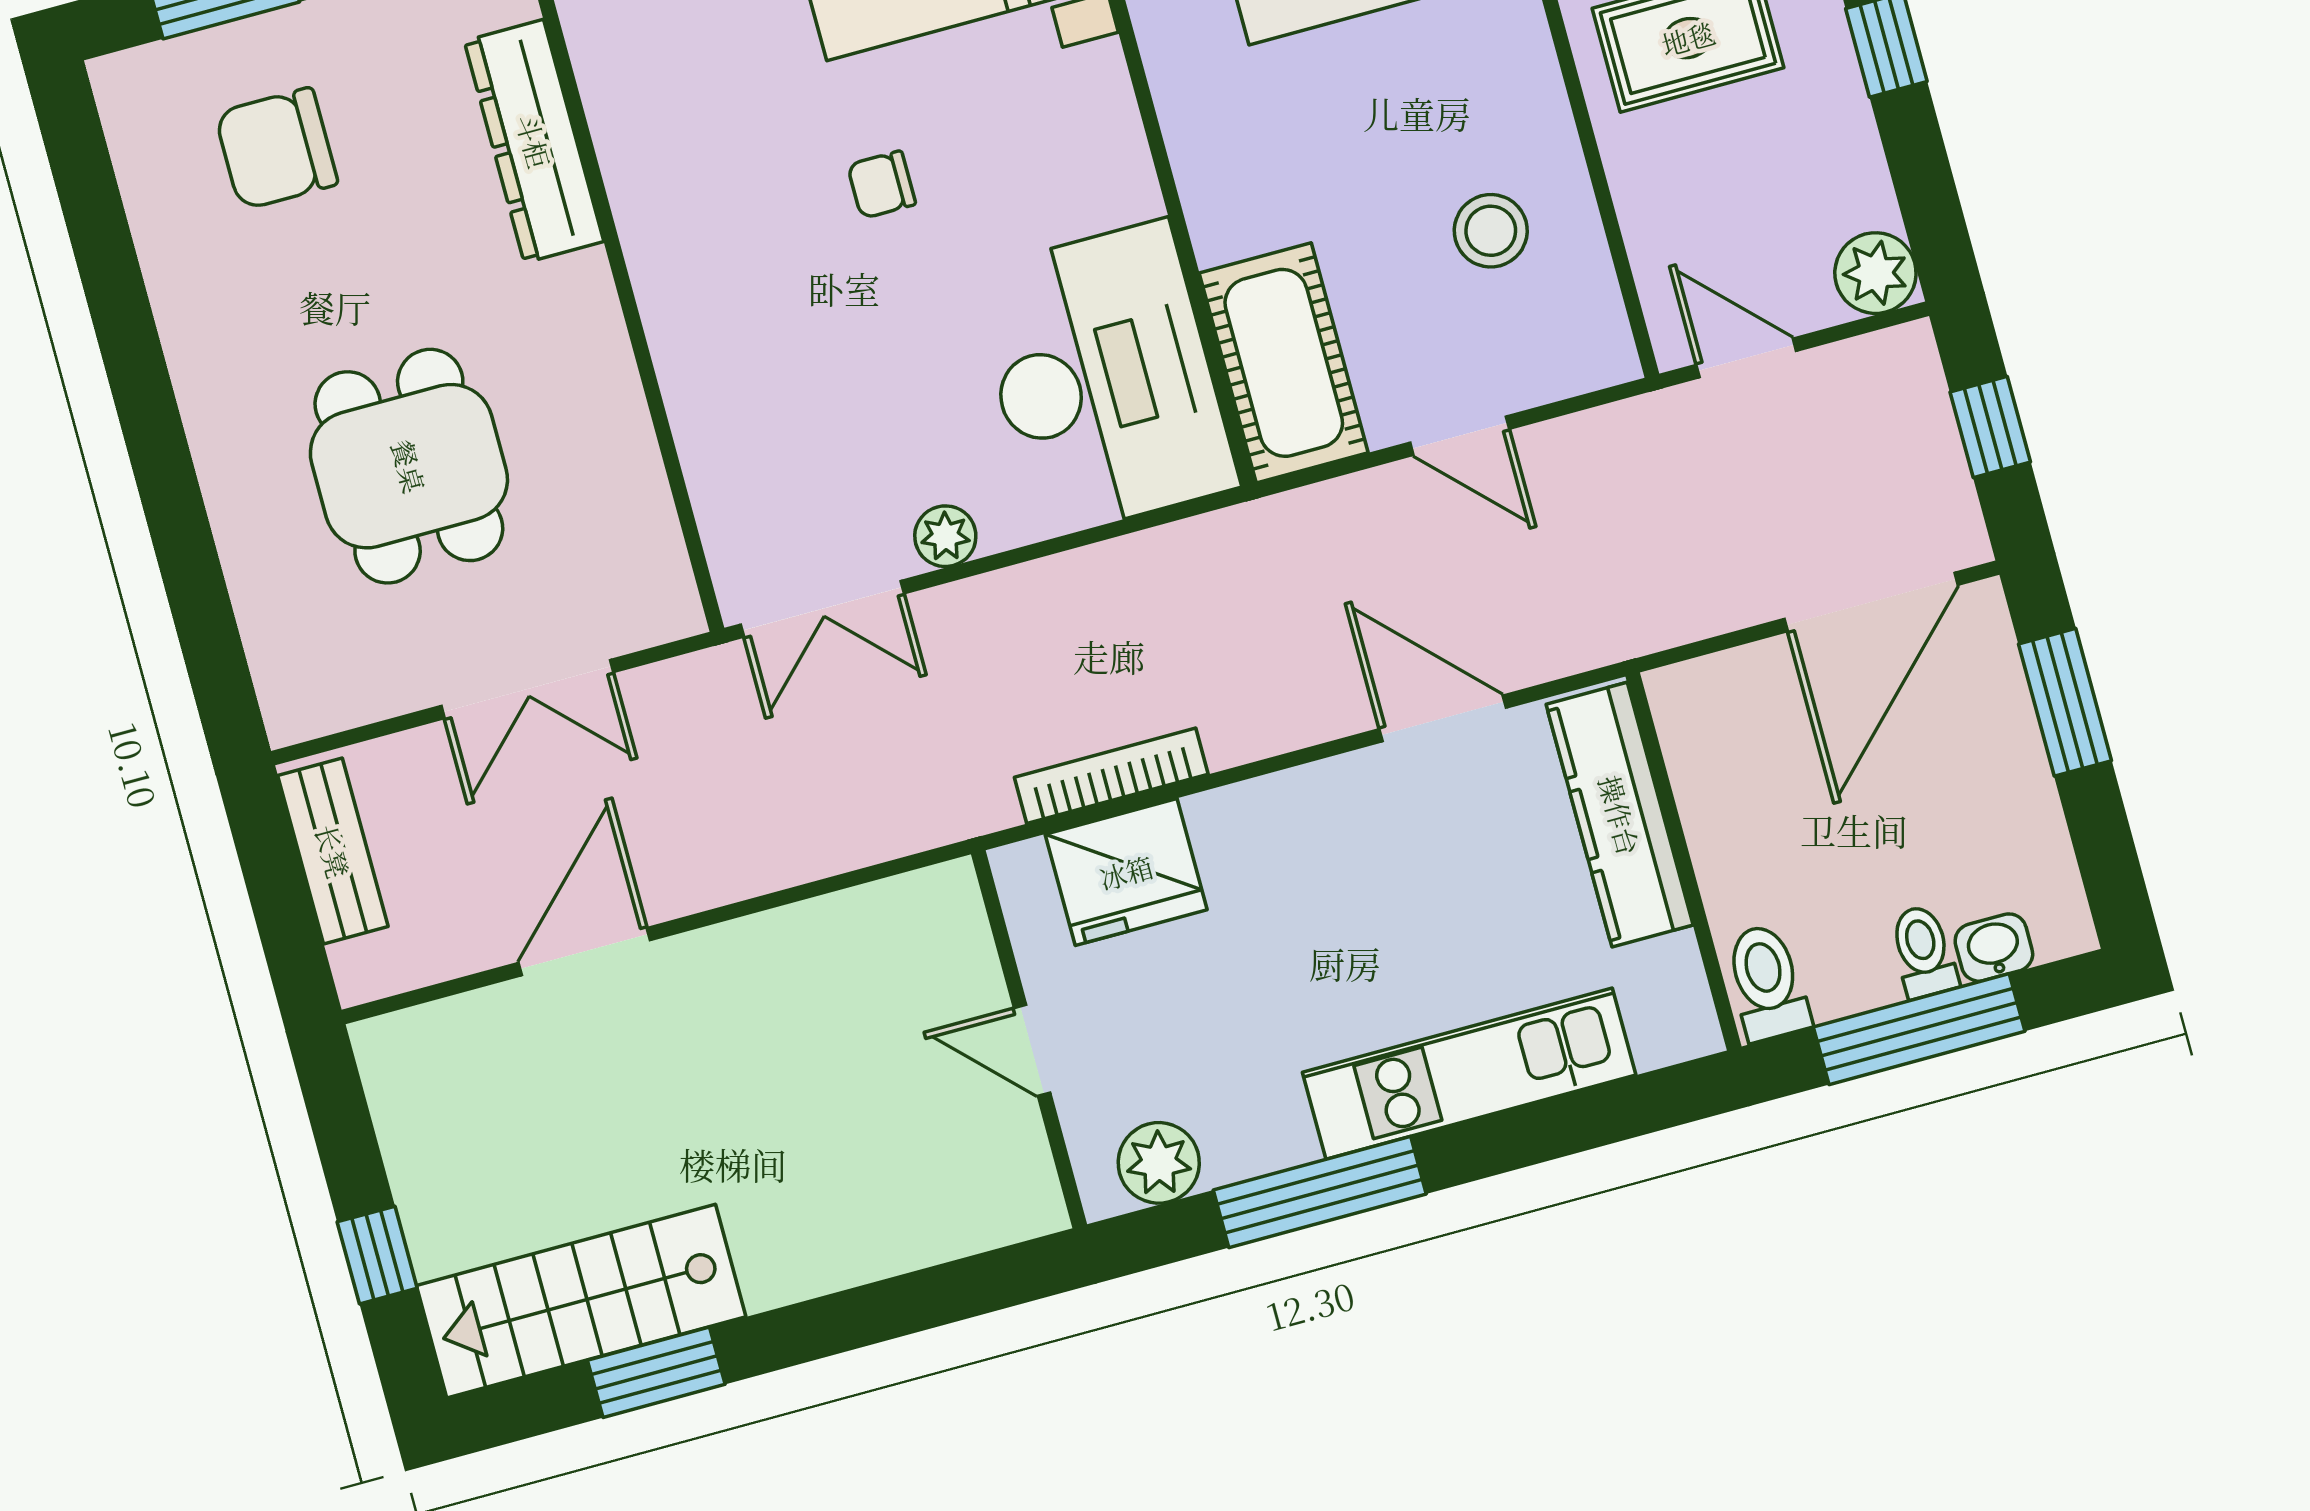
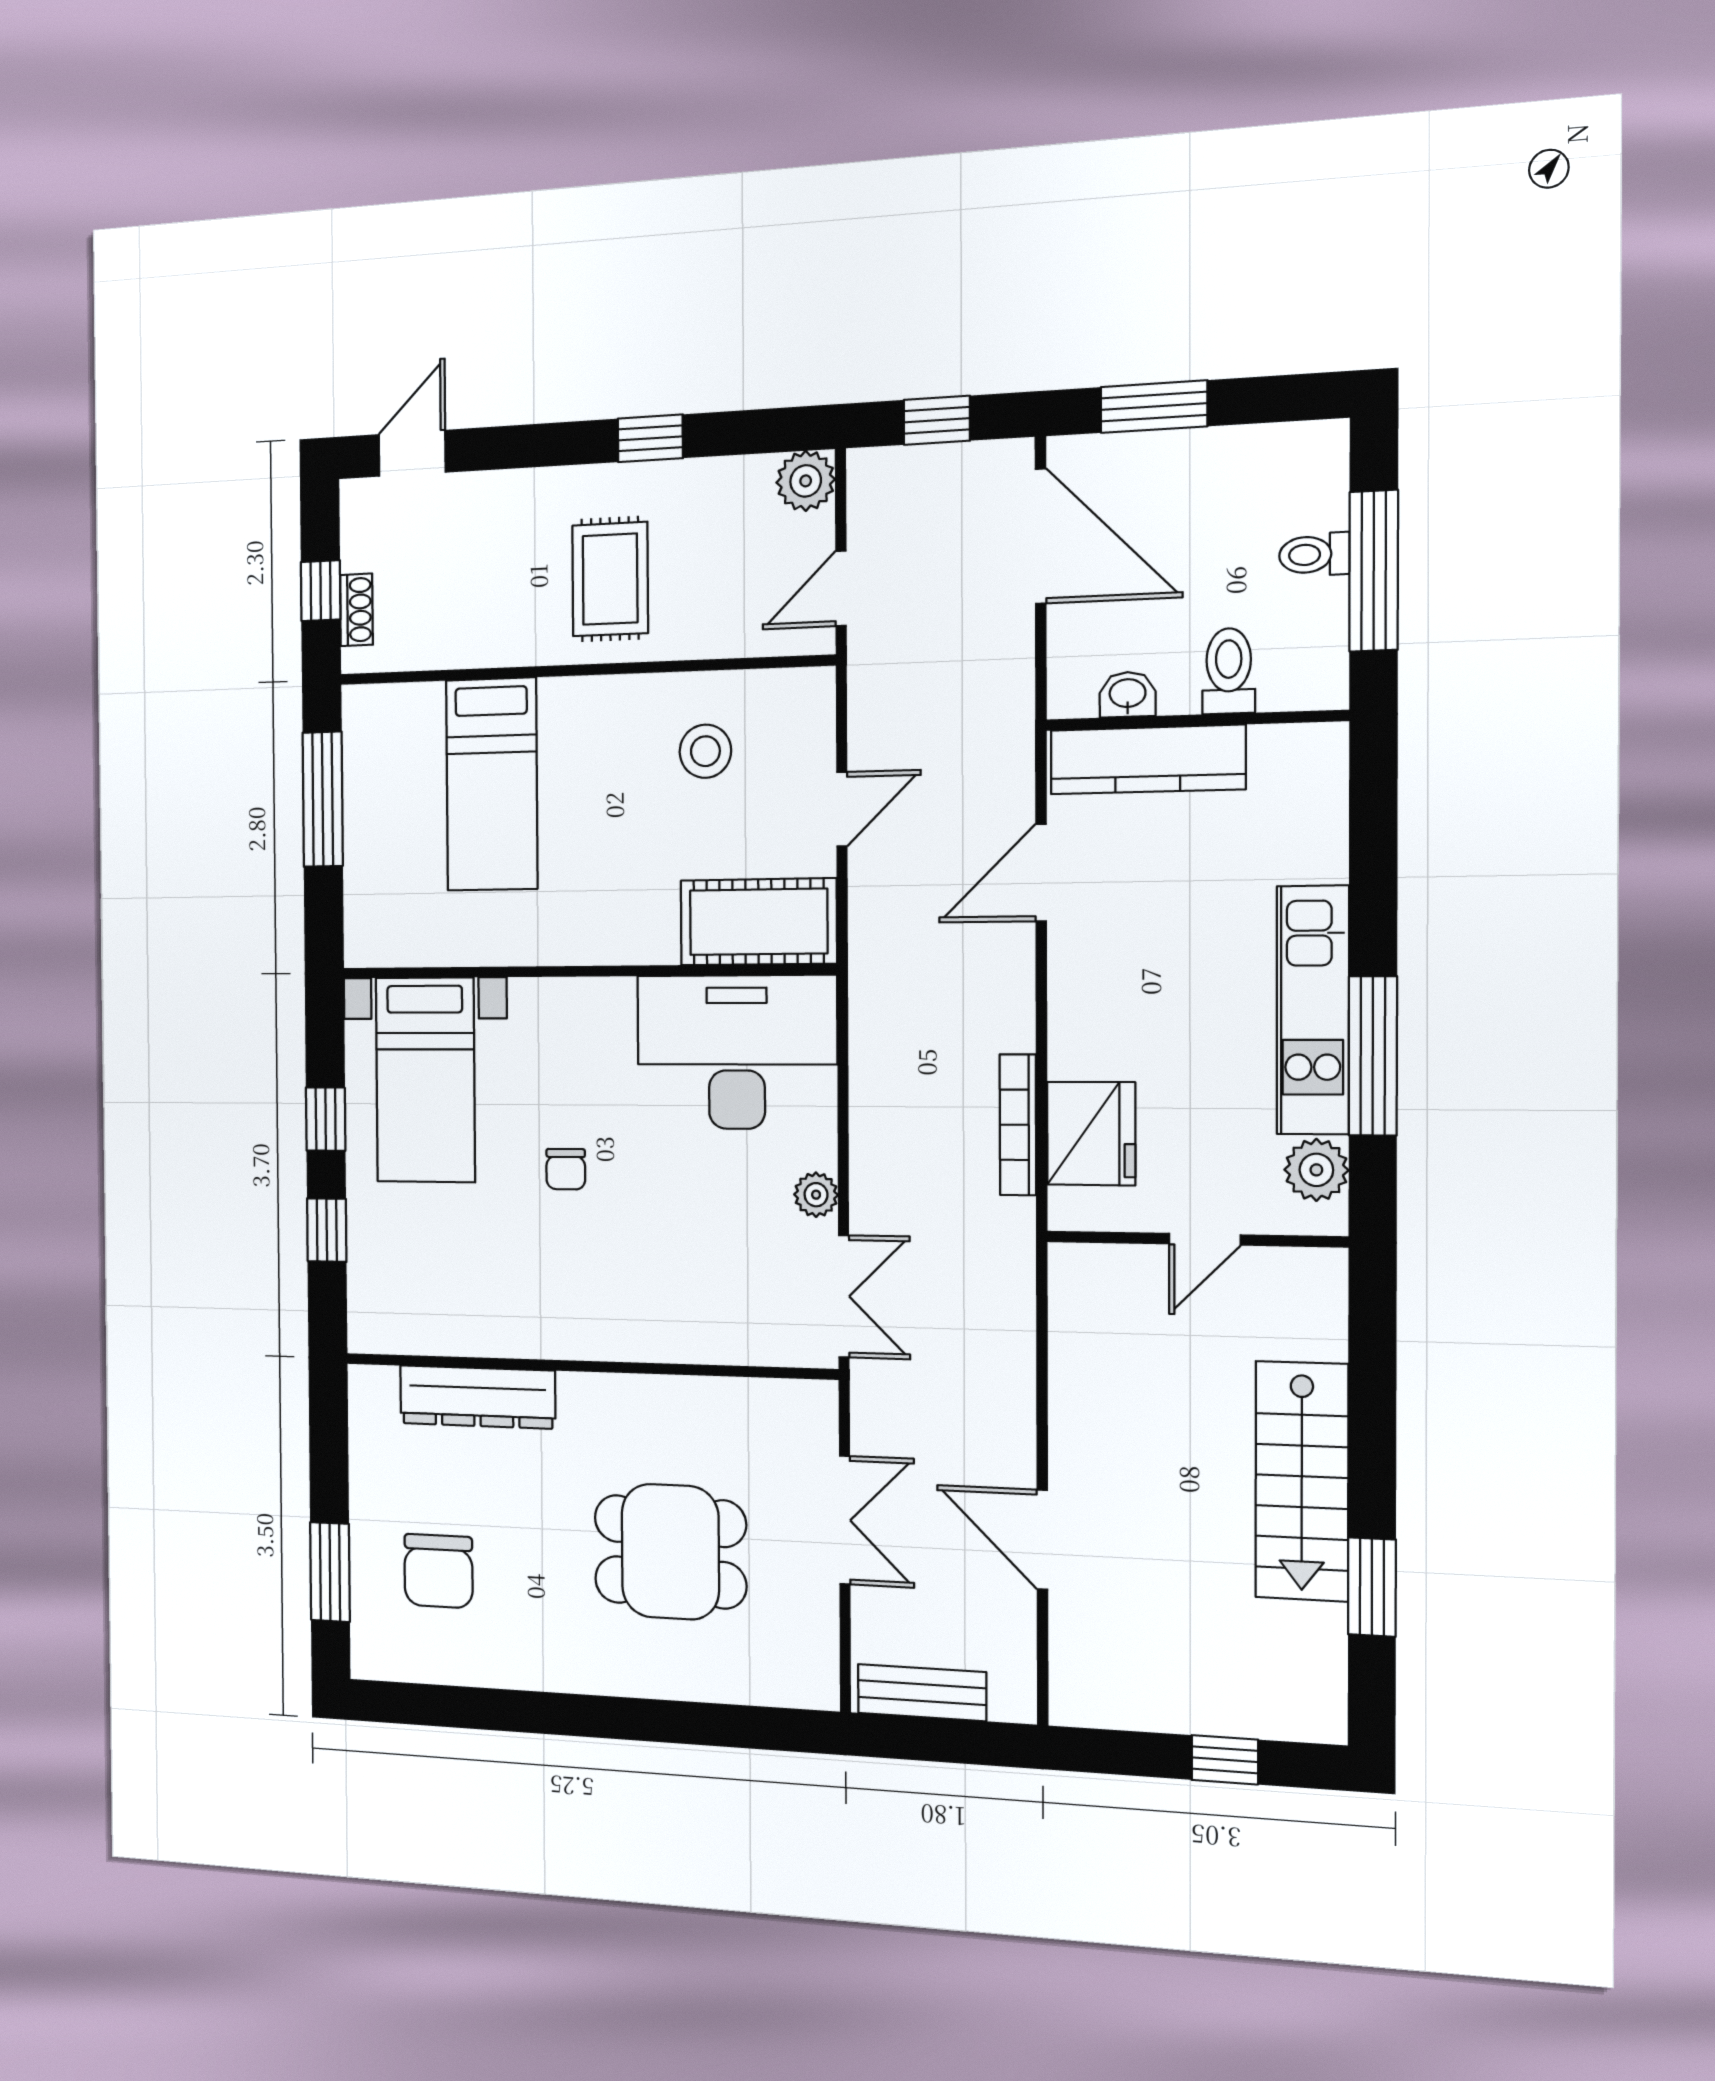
washbasin: (1994, 948) -> (1128, 694), moved, turned 90
toilet: (1767, 982) -> (1229, 671), moved, turned 90
kitchen unit: (1469, 1074) -> (1313, 1010), moved
stairs: (581, 1301) -> (1302, 1481), moved

